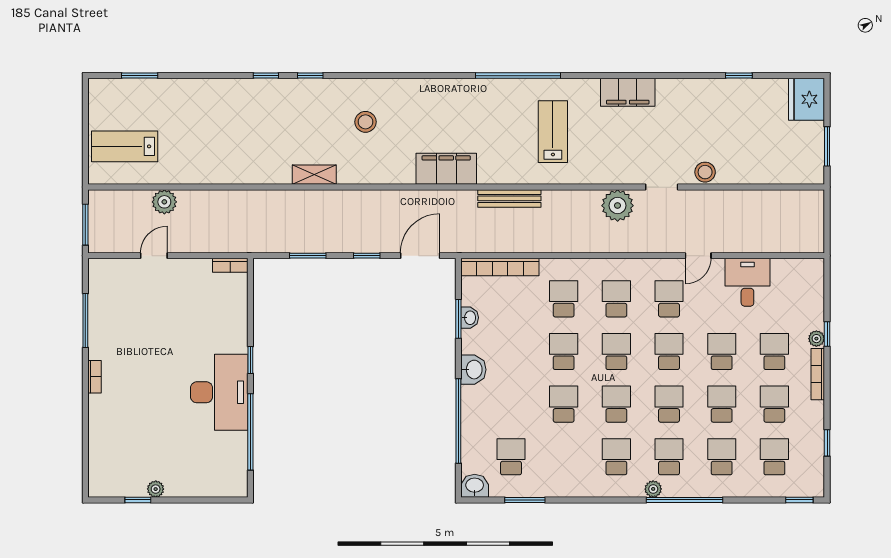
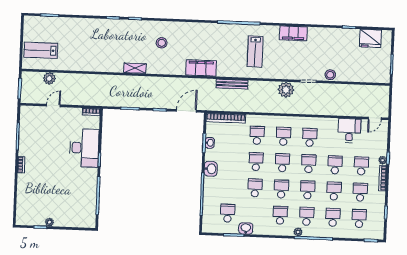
fridge: (807, 99) -> (370, 38), moved, turned -90
lab bench: (553, 132) -> (255, 51), turned 180
plant: (164, 202) -> (49, 78), moved
door: (698, 256) -> (375, 118), moved
desk: (219, 392) -> (84, 148), moved
washbasin: (475, 486) -> (246, 228), moved

